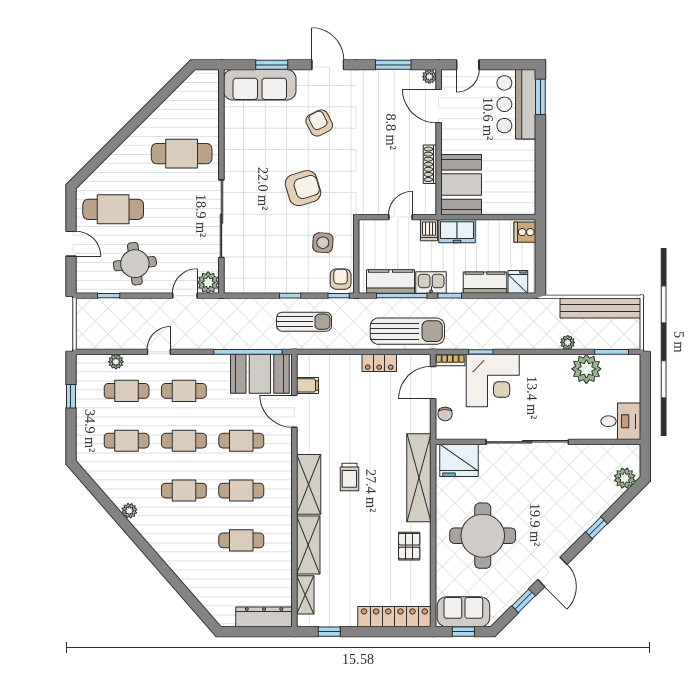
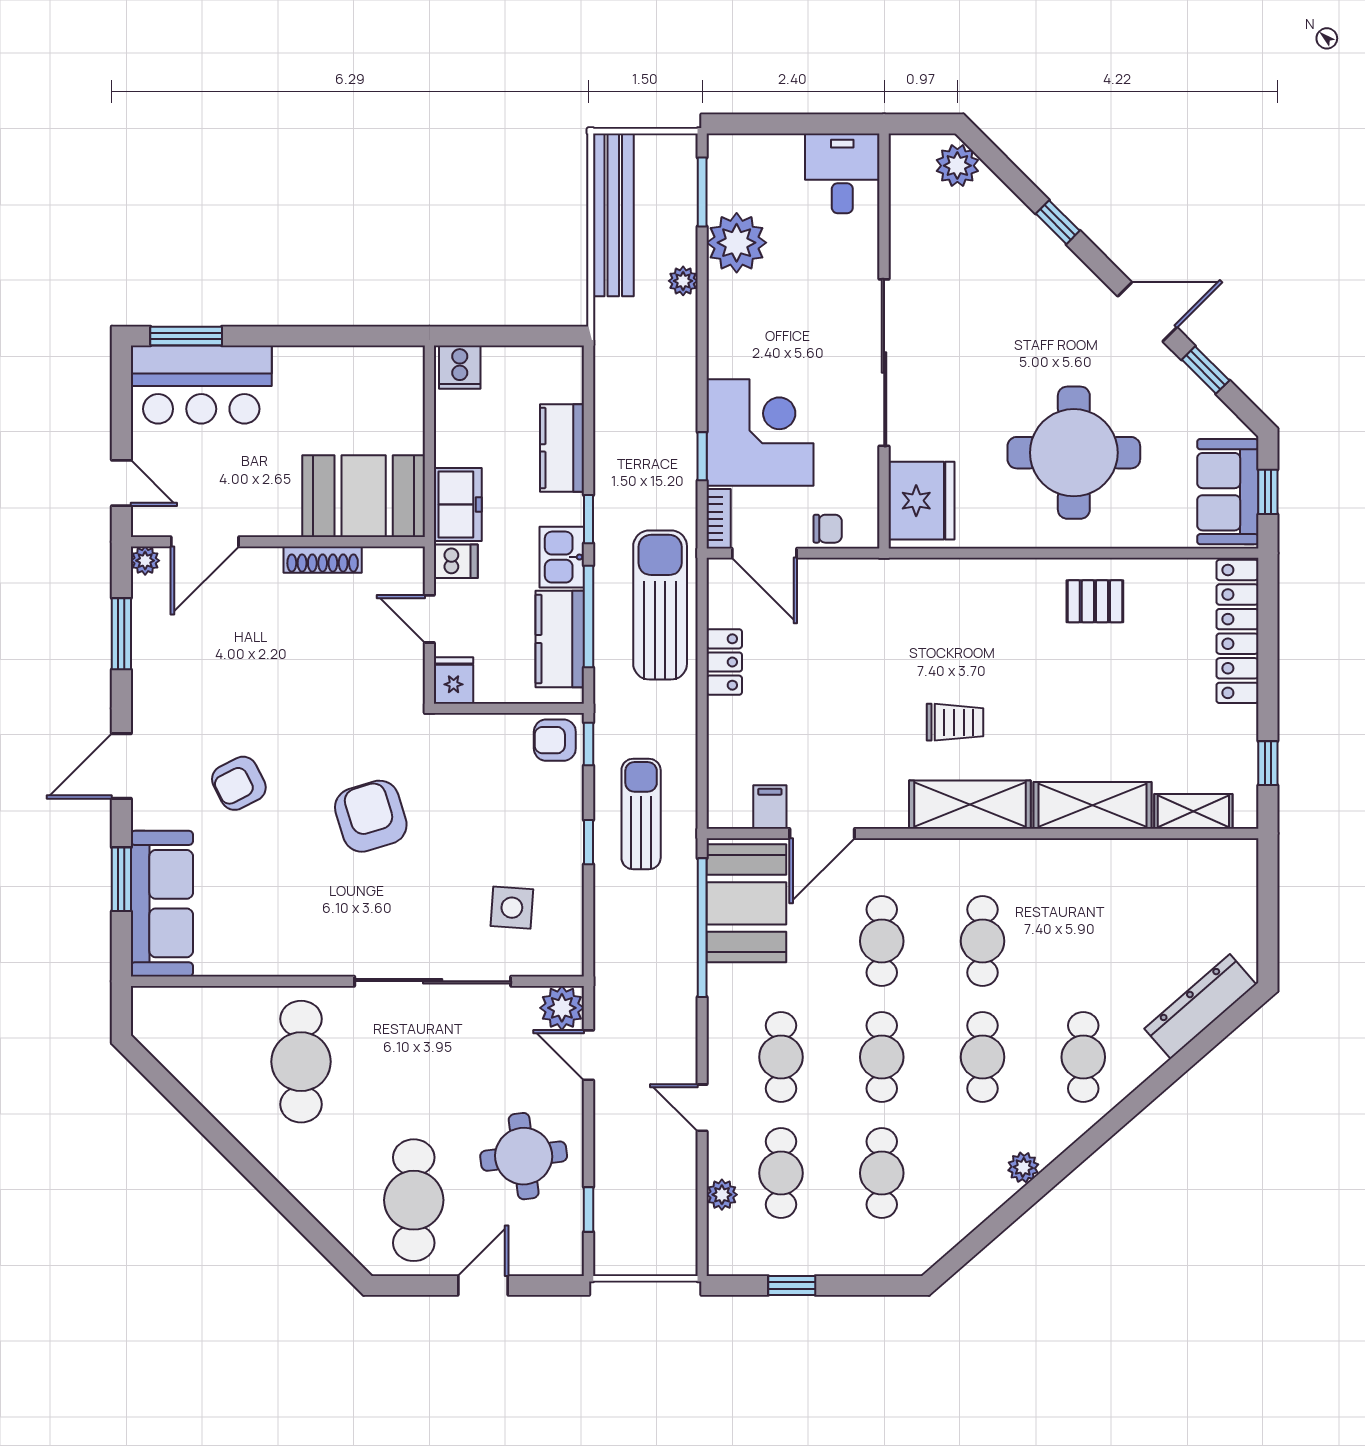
side table: (323, 243) -> (512, 908), moved
fridge: (518, 282) -> (454, 681), moved, turned 90
shelving: (419, 478) -> (957, 582), removed
cafe table: (241, 540) -> (1083, 1057), moved
dresser: (264, 617) -> (1200, 1006), moved, turned 49

